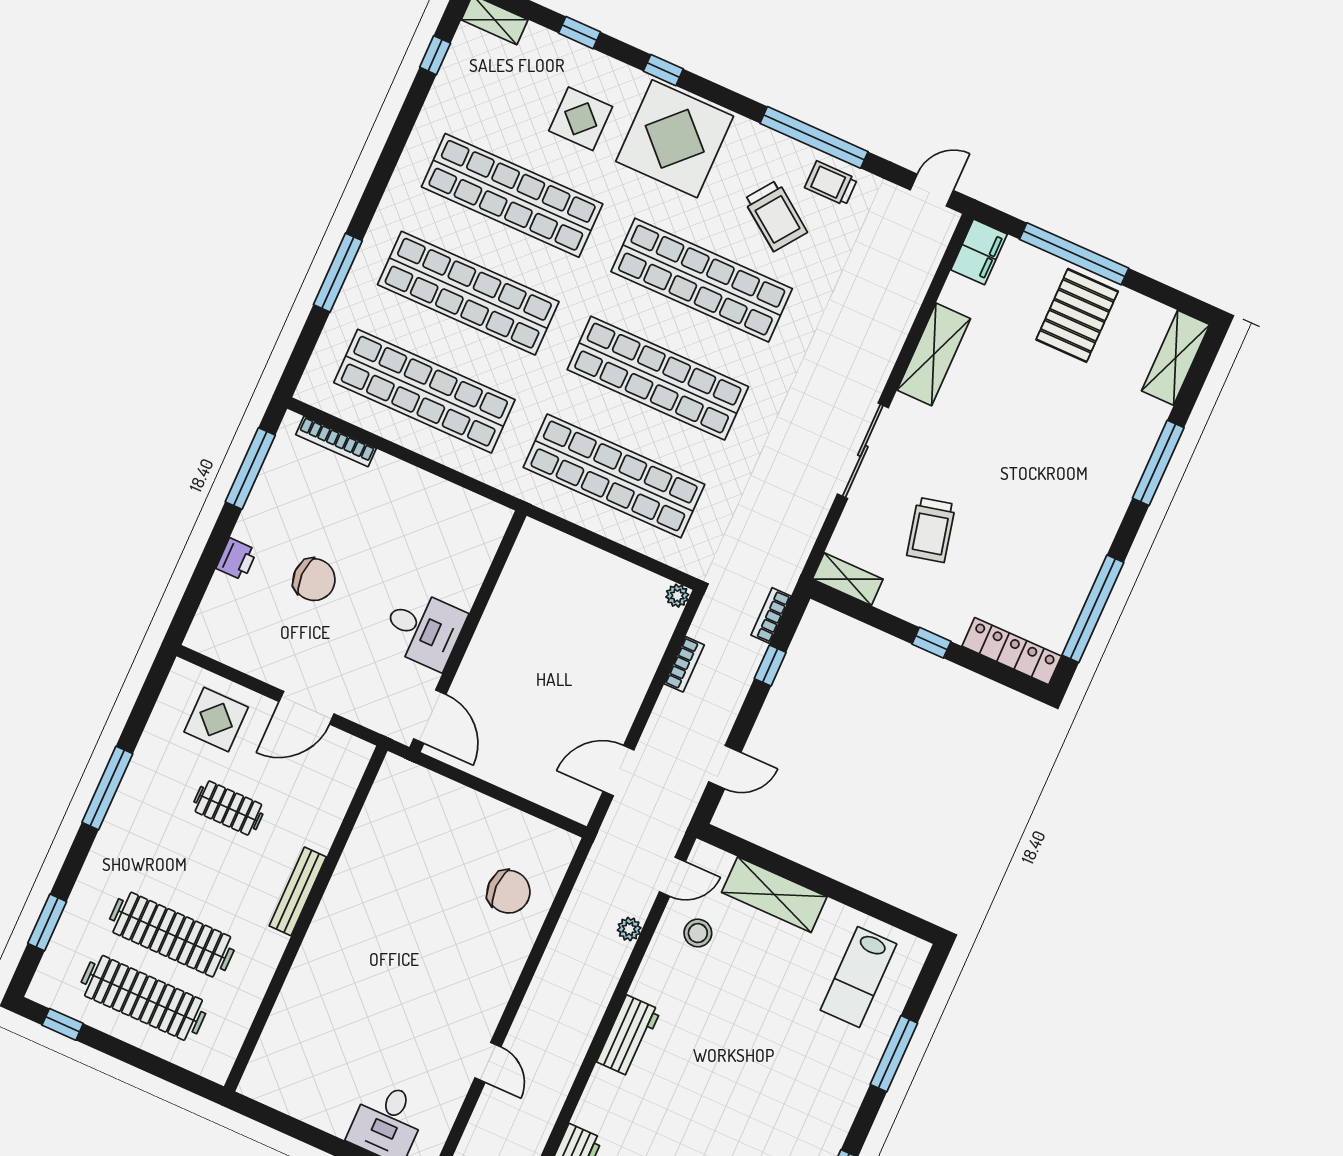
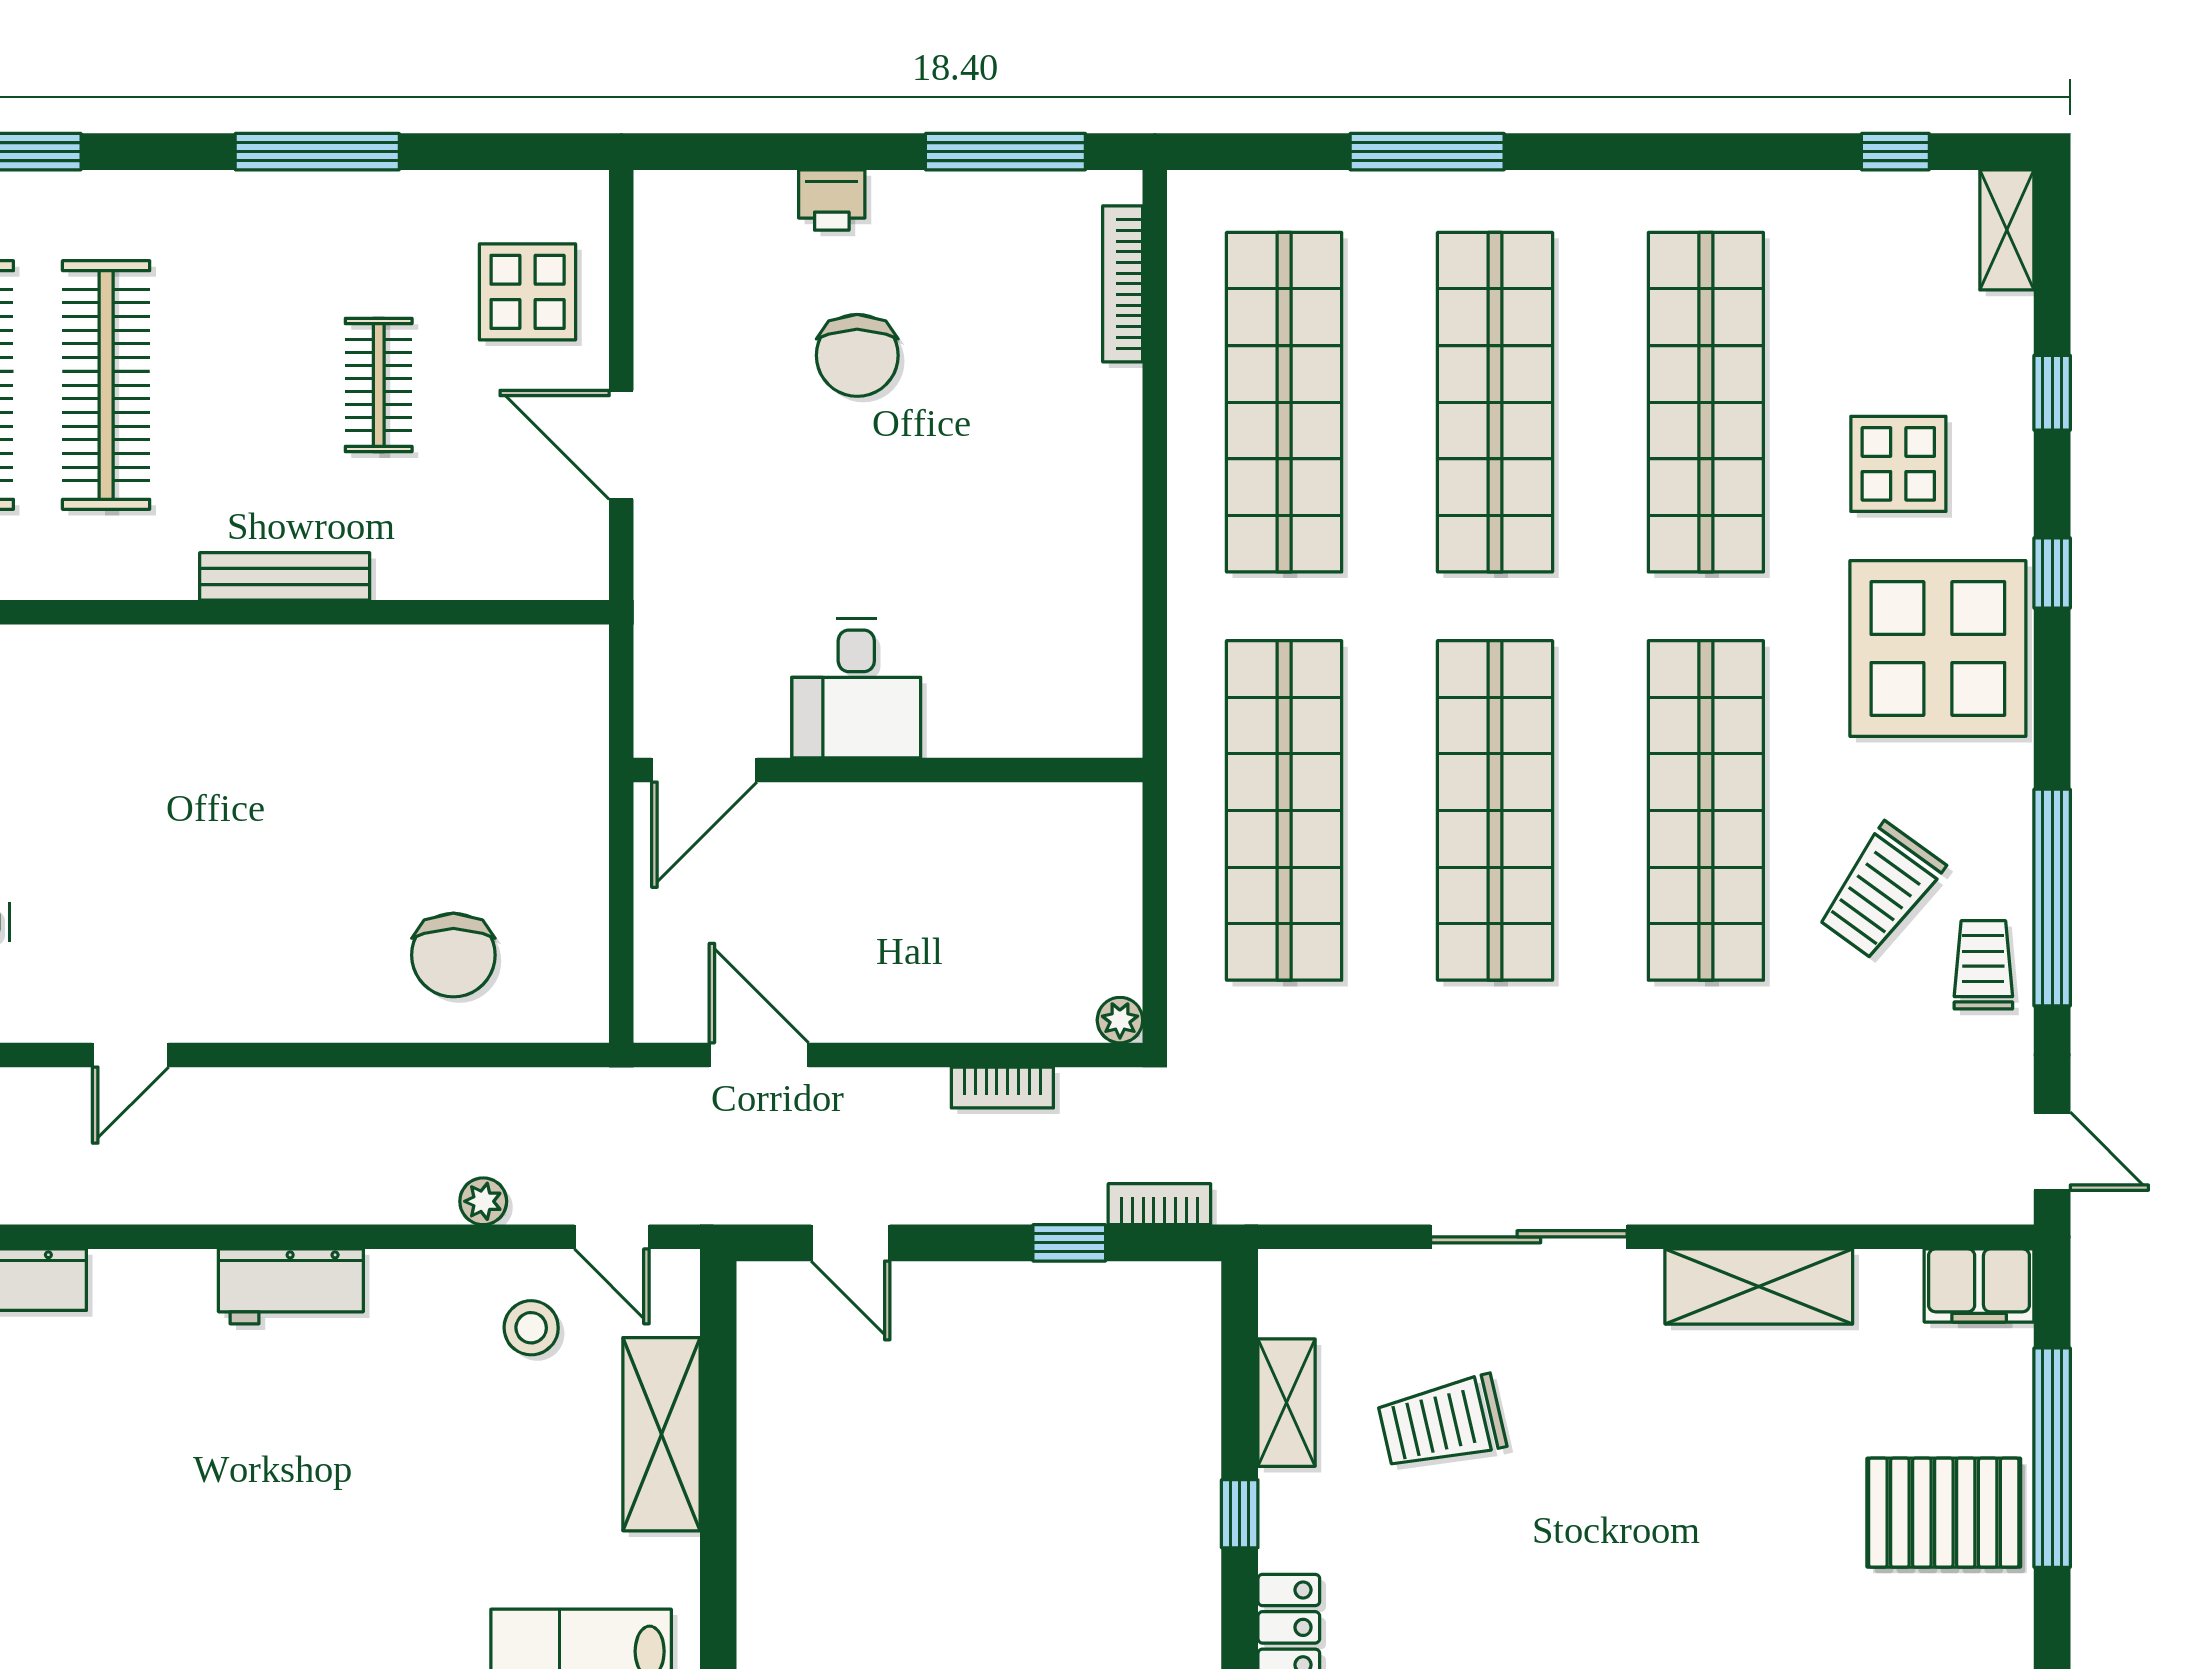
shelving: (848, 579) -> (1287, 1403), moved
desk: (423, 629) -> (856, 688), moved
wall: (468, 631) -> (888, 770), moved
door: (430, 717) -> (704, 770), moved

